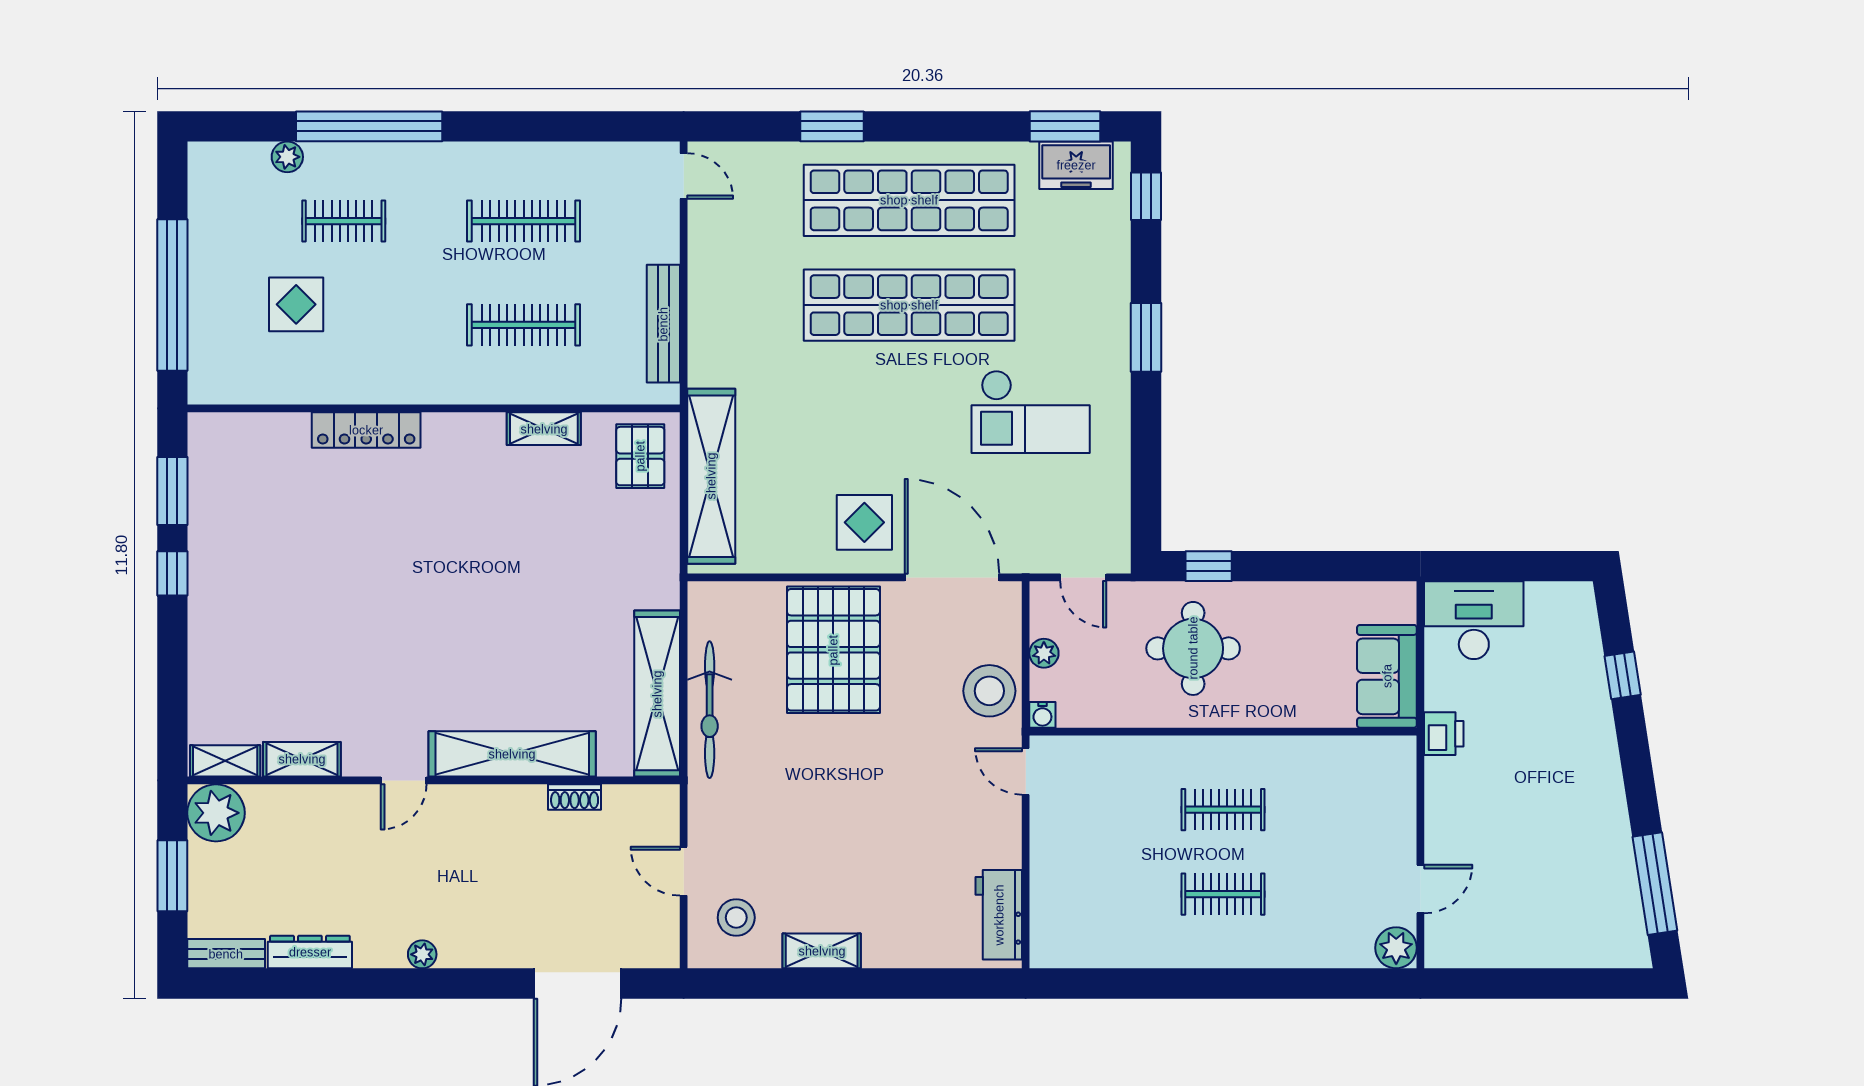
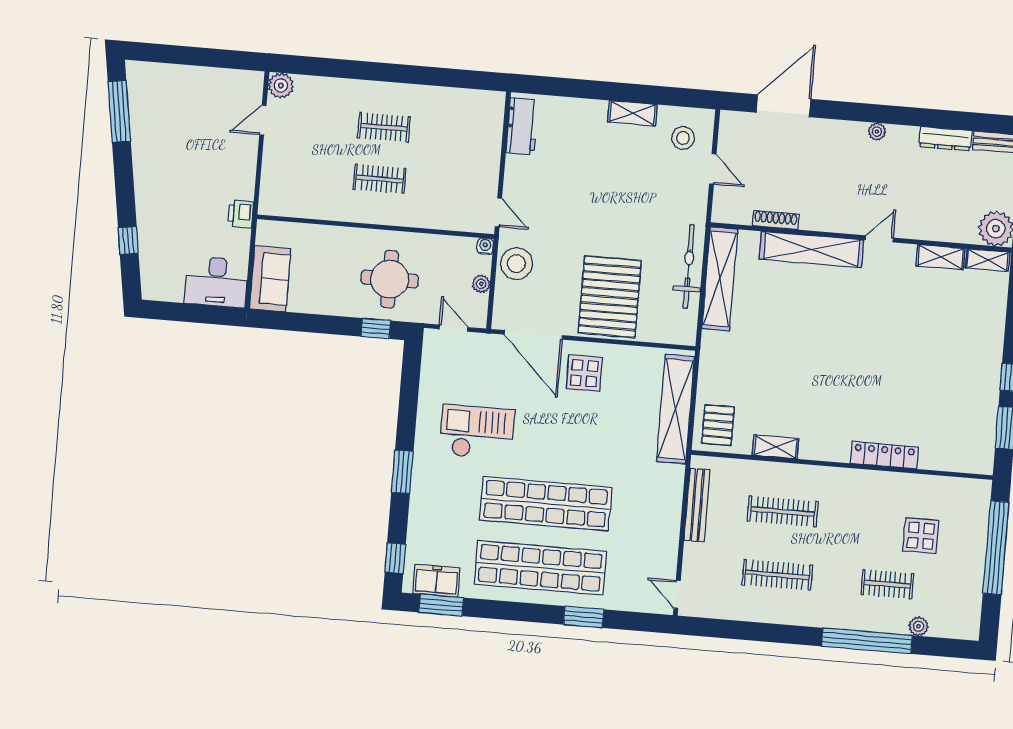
sofa: (1387, 676) -> (270, 279), moved
shoe rack: (575, 797) -> (776, 220), width x1.43

